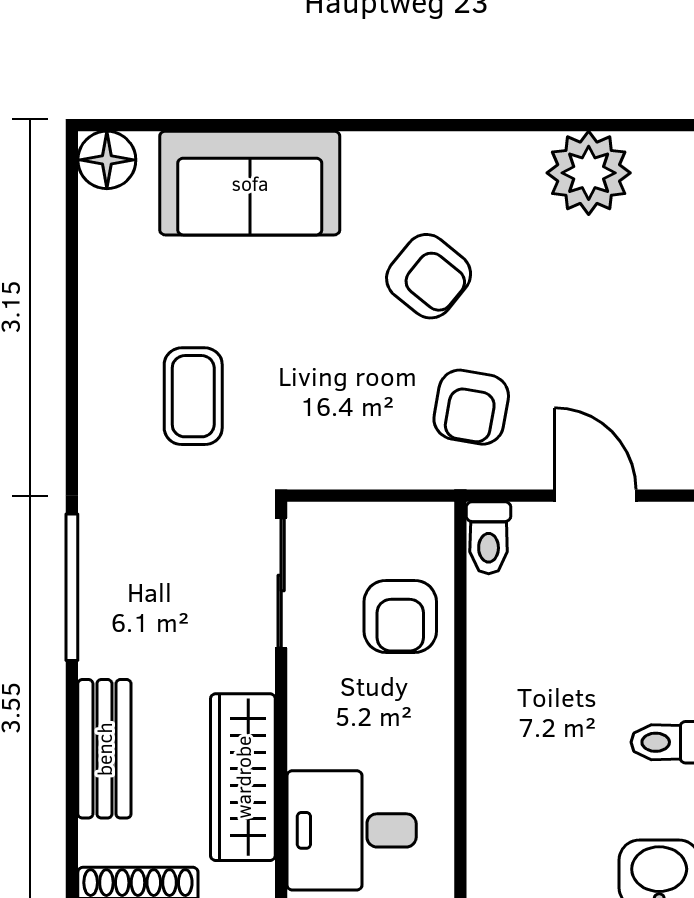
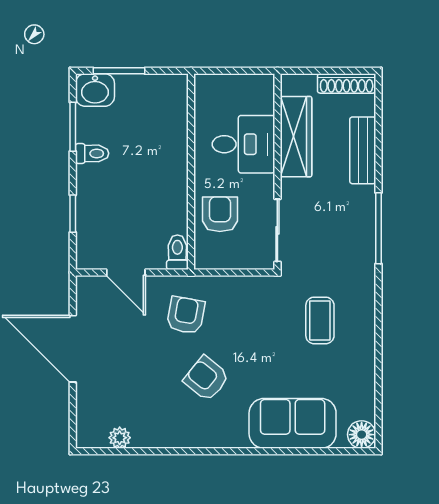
plant: (589, 173) -> (120, 438), width x0.53, depth x0.53
desk: (352, 830) -> (243, 144), moved

